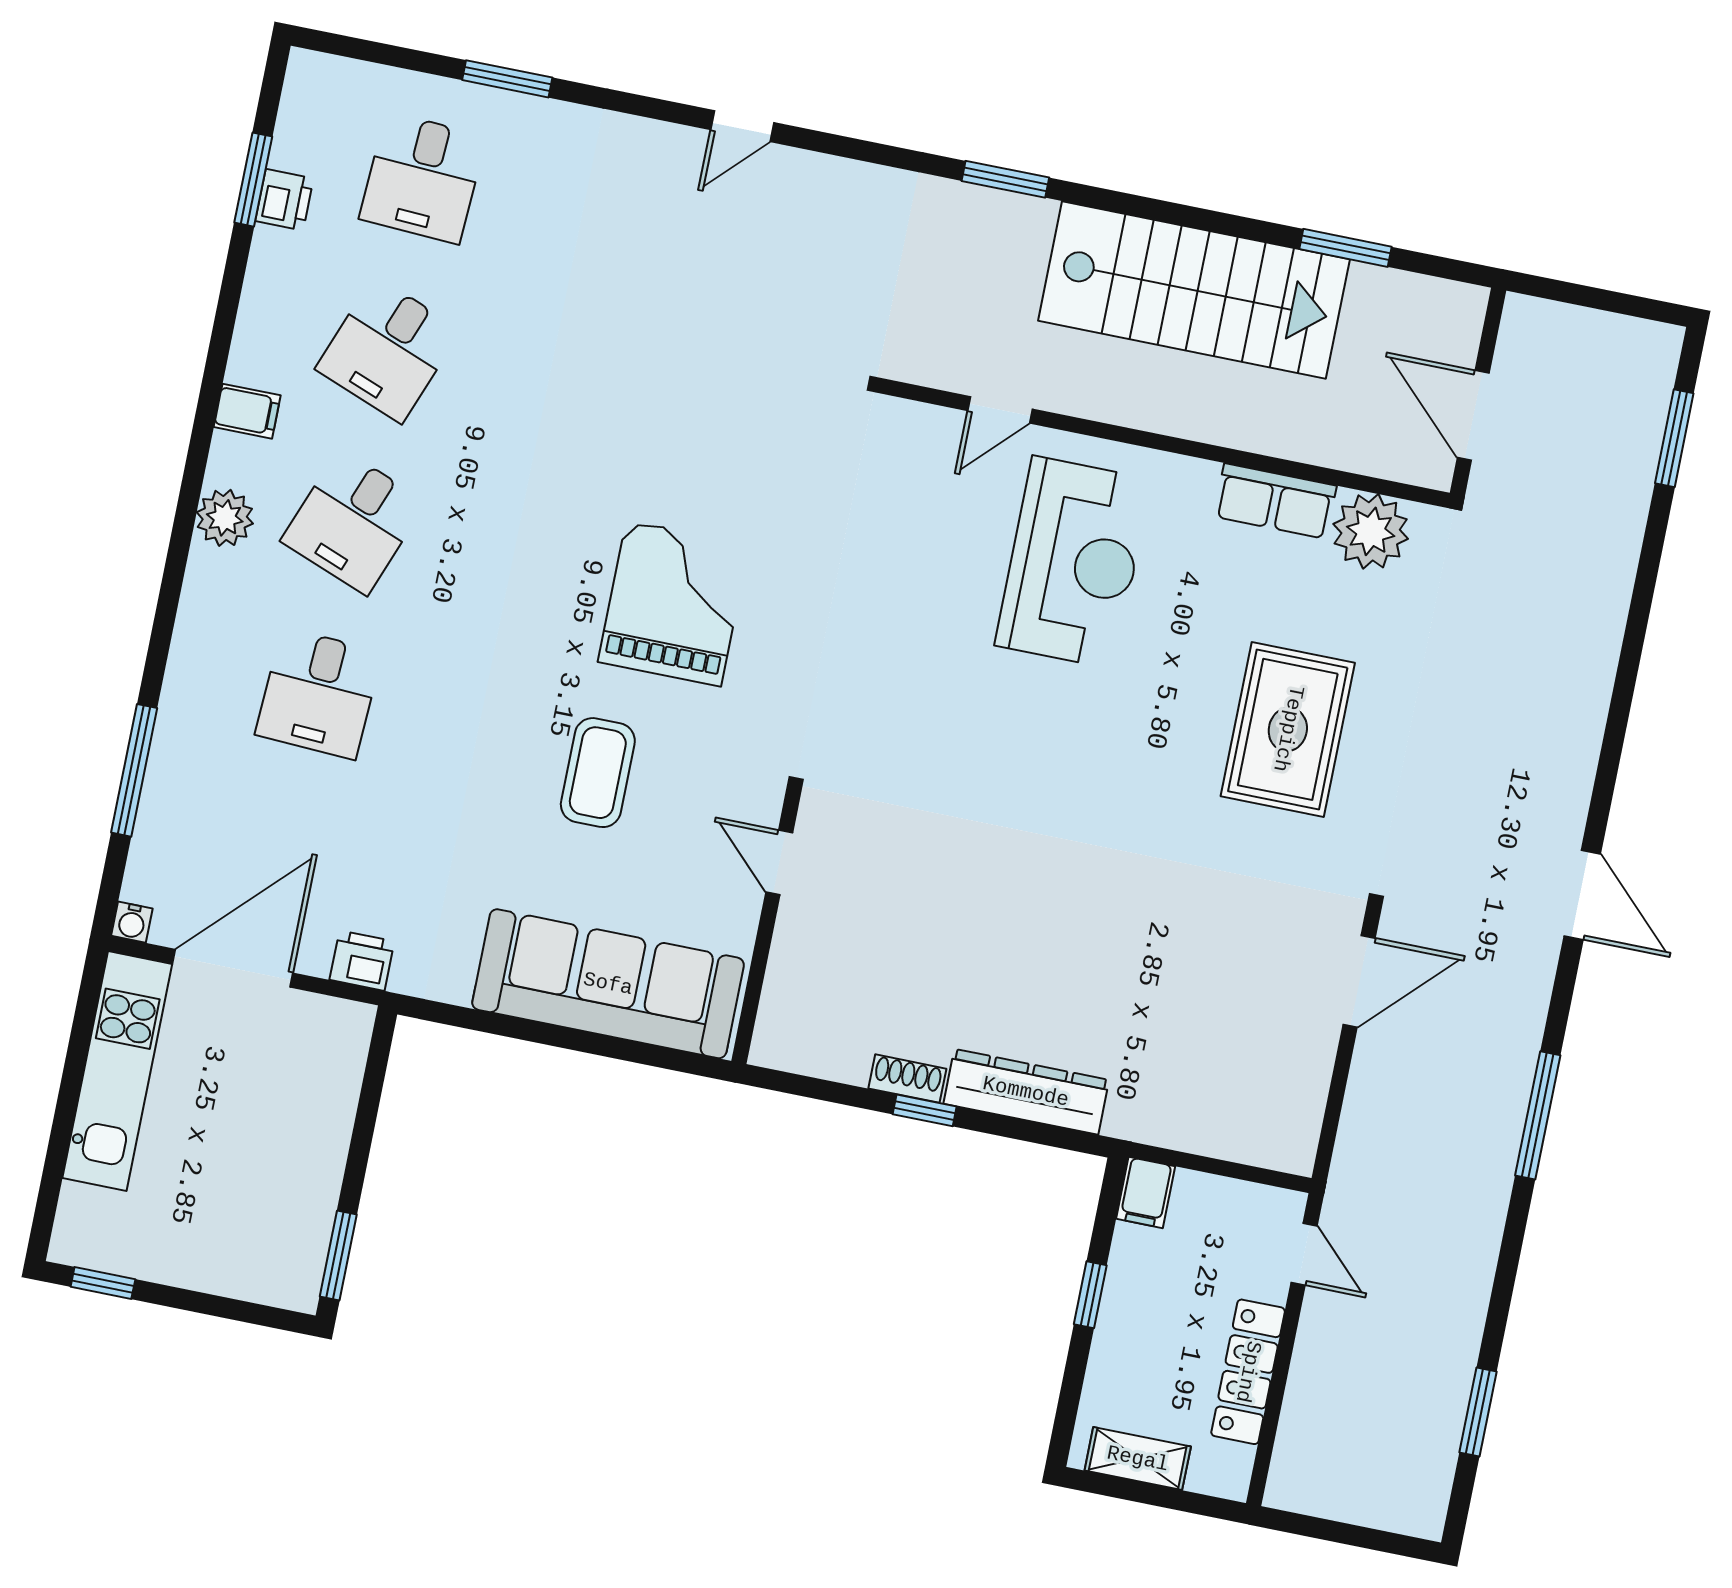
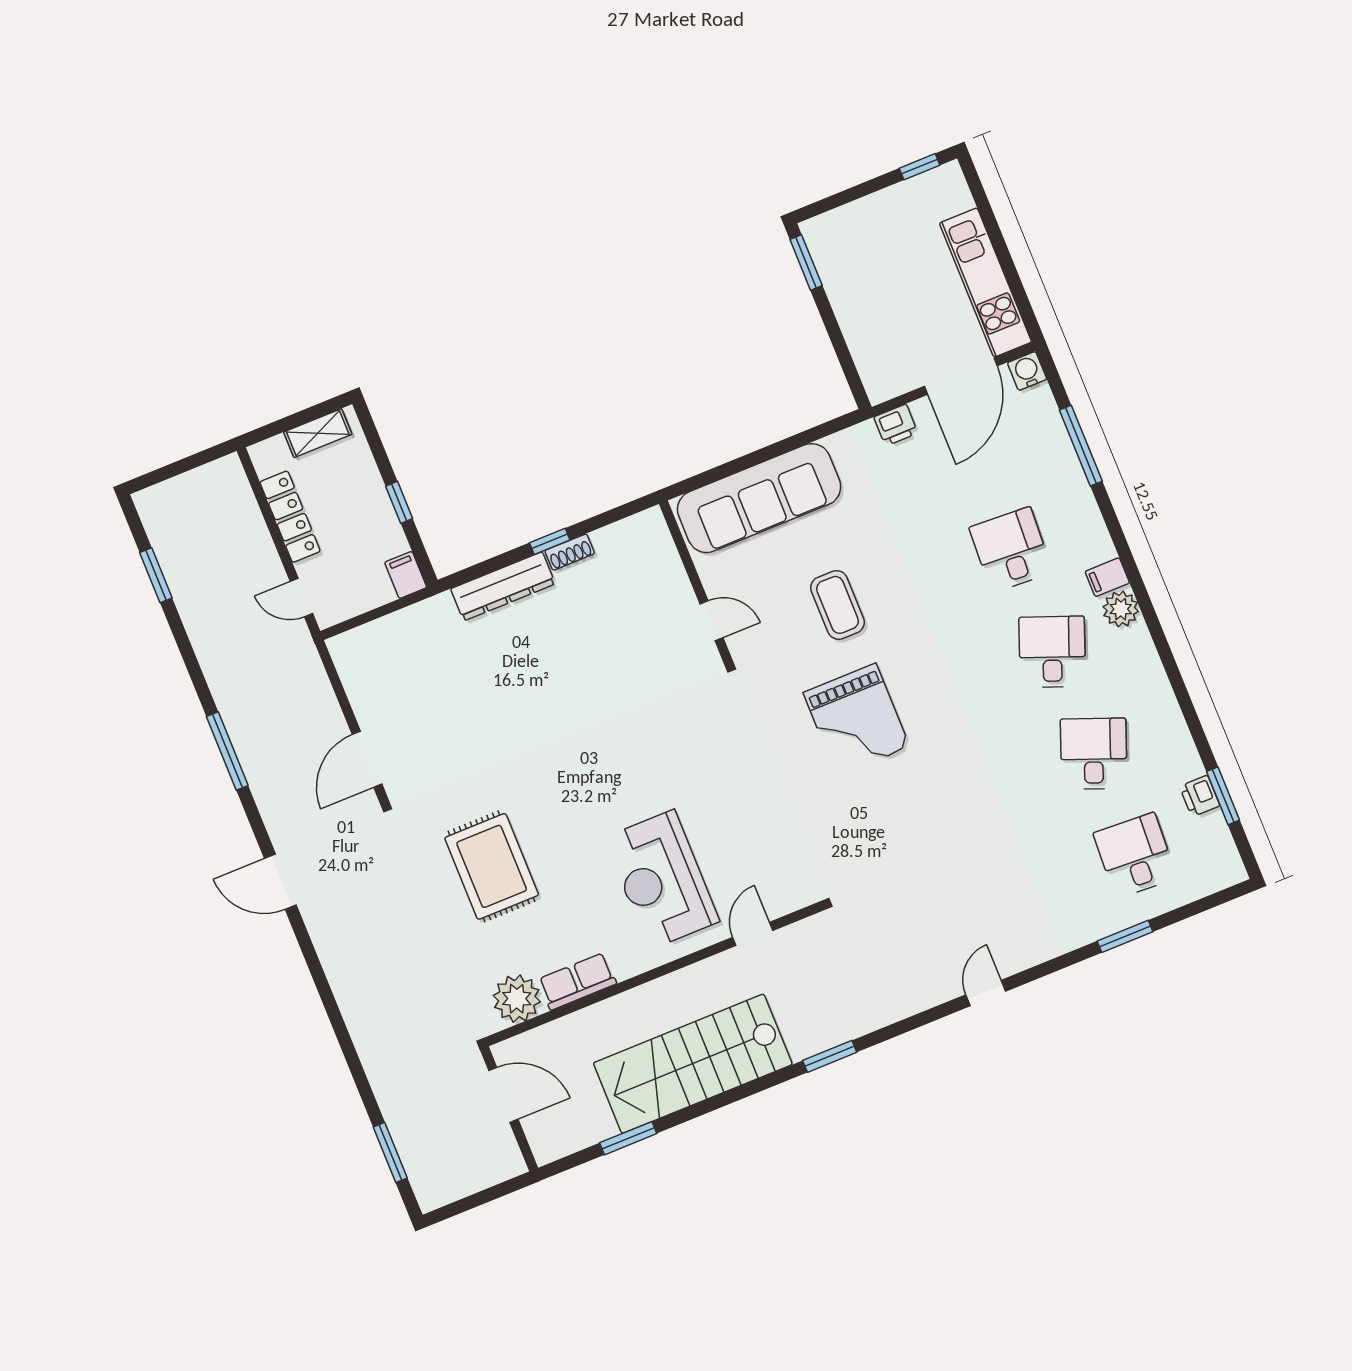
filing cabinet: (247, 411) -> (1107, 577), moved
water cooler: (132, 922) -> (1027, 371), width x1.38, depth x1.38

